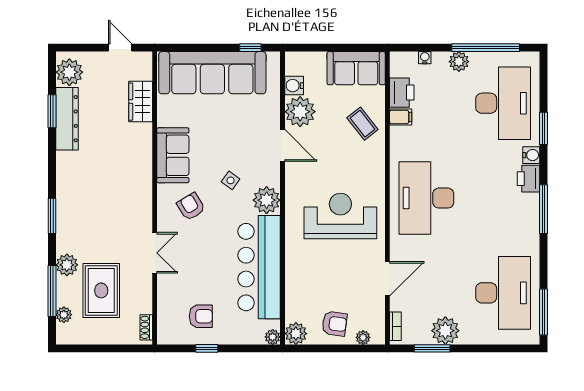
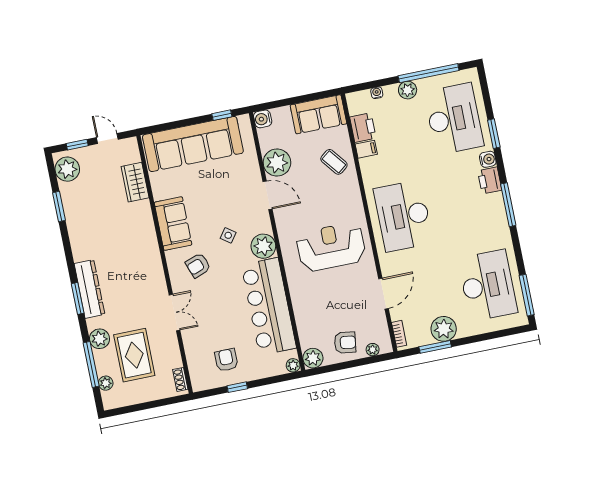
window: (86, 48) -> (77, 145), added
water cooler: (294, 86) -> (263, 119), moved
dresser: (67, 119) -> (89, 289), moved
armchair: (191, 207) -> (198, 265), turned -79
armchair: (201, 316) -> (226, 360), turned -90

